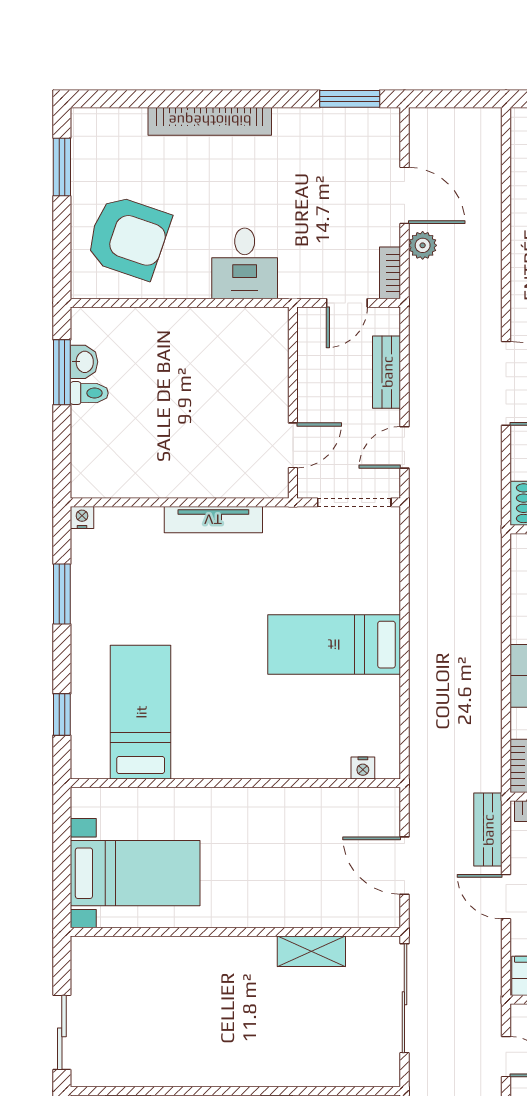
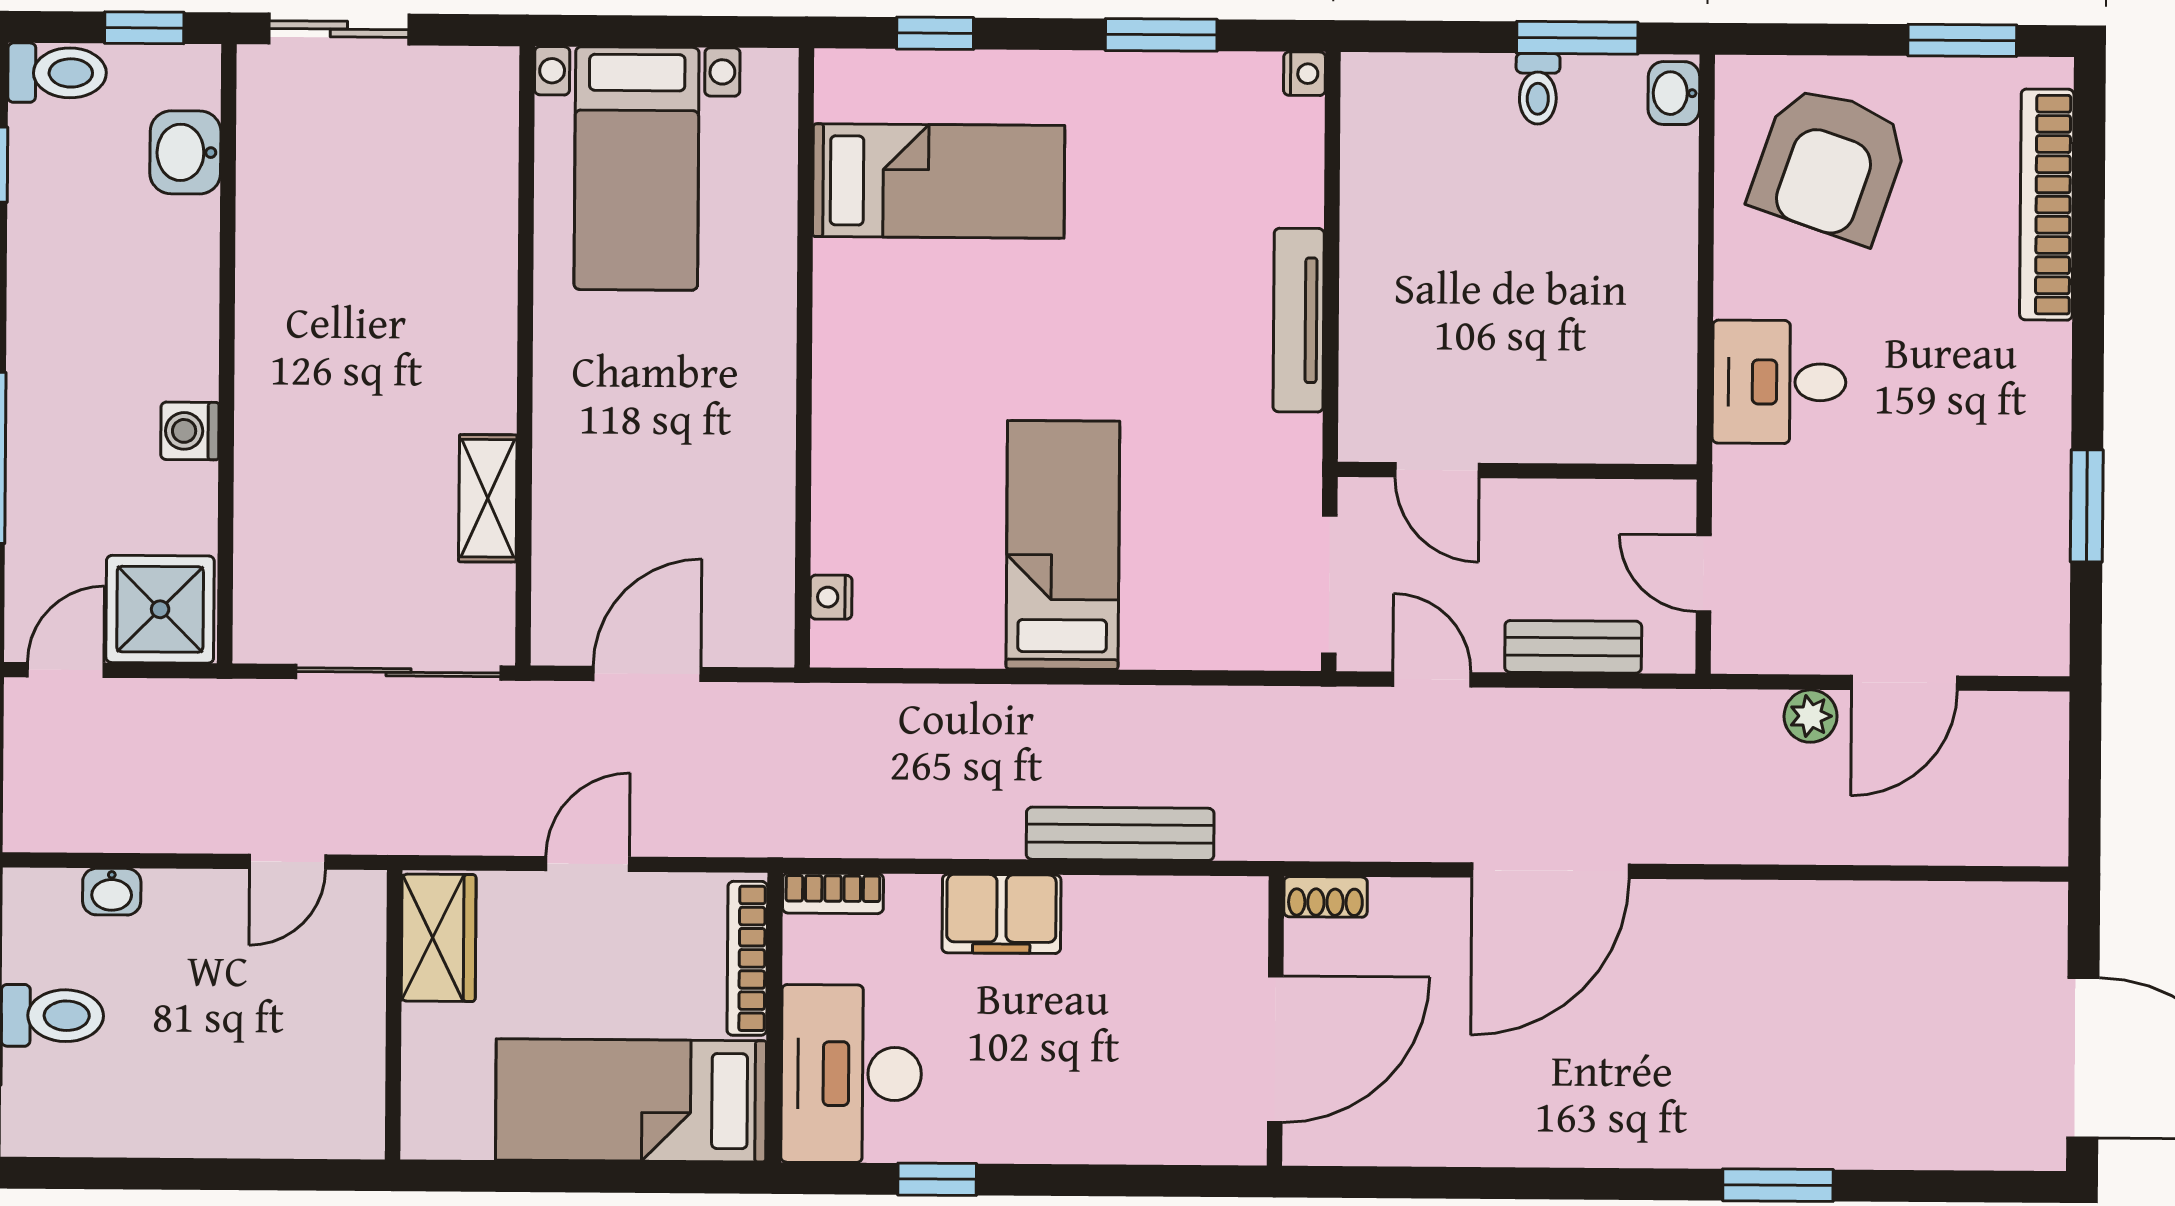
window: (350, 99) -> (2087, 506), moved
bookcase: (210, 121) -> (2047, 205), moved
bookcase: (390, 273) -> (1760, 655), removed
washbasin: (84, 362) -> (1674, 93), moved, turned 90
bench: (488, 830) -> (1120, 834), moved, width x1.36

